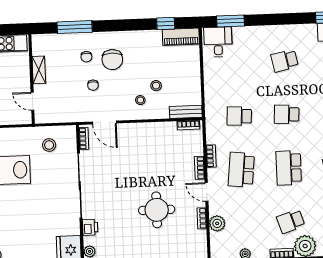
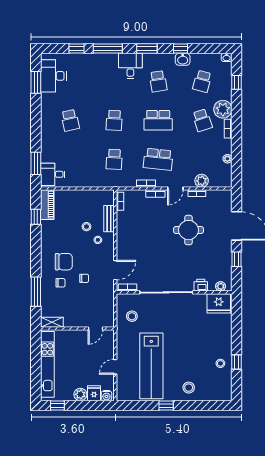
shelving: (39, 70) -> (52, 322), moved
bench: (186, 112) -> (109, 219), moved

